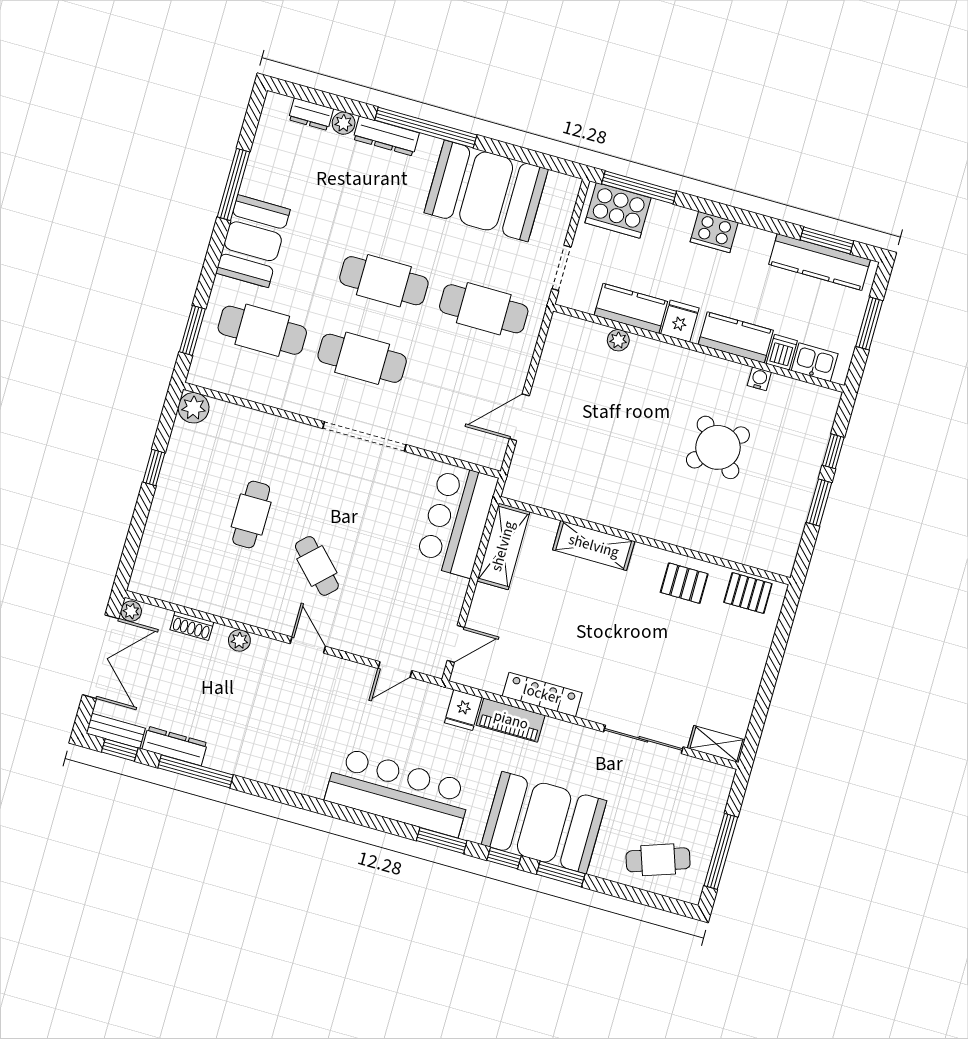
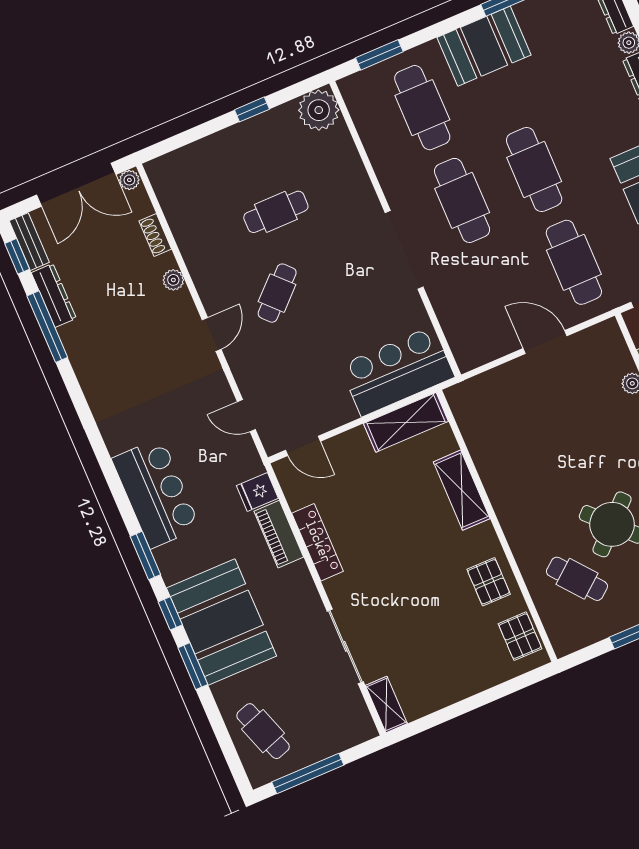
plant: (194, 408) -> (319, 110), width x1.36, depth x1.36
door: (519, 417) -> (545, 342), moved
cafe table: (739, 511) -> (577, 579), added
bar counter: (399, 792) -> (156, 493), width x0.73

